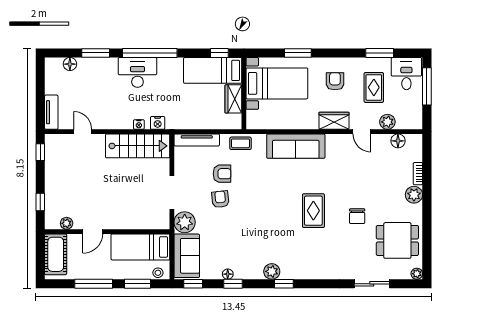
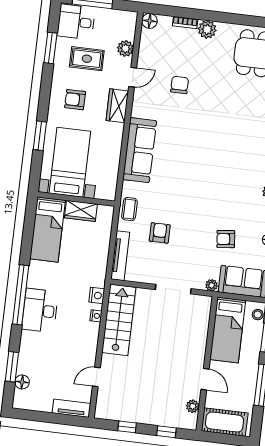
window: (96, 53) -> (12, 367), moved
window: (219, 53) -> (30, 220), removed
floor lamp: (398, 141) -> (150, 21), moved
window: (40, 152) -> (127, 427), moved
armchair: (220, 199) -> (226, 239), moved
rug: (313, 211) -> (211, 140), removed
chair: (357, 216) -> (180, 85), moved, turned -90
plant: (185, 222) -> (212, 285), width x0.53, depth x0.53

